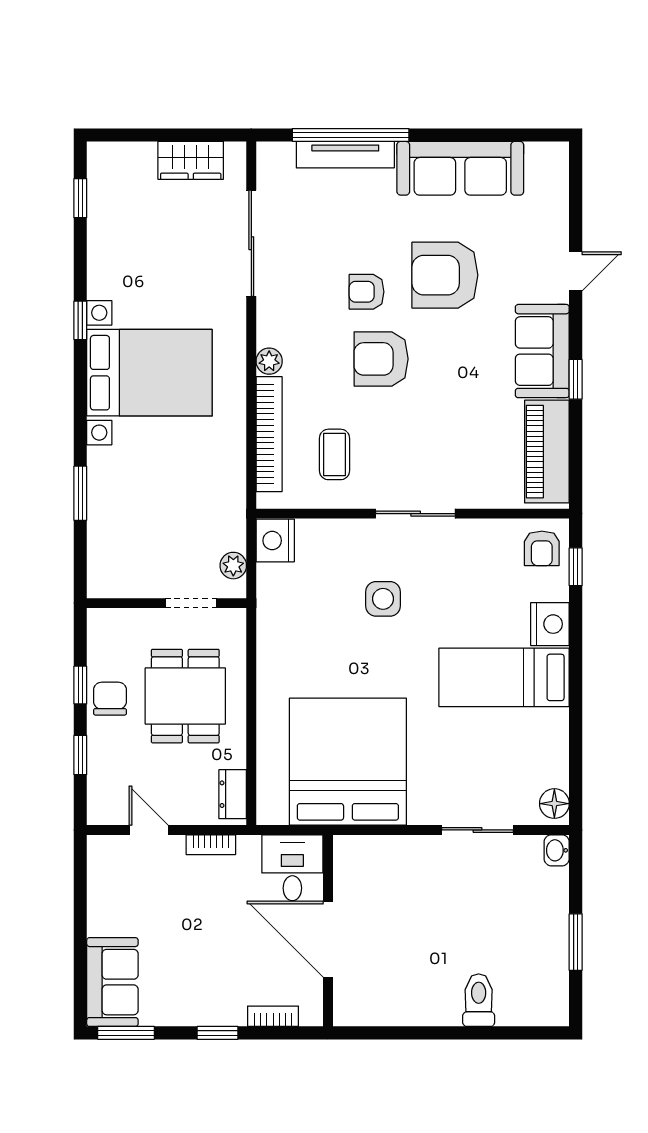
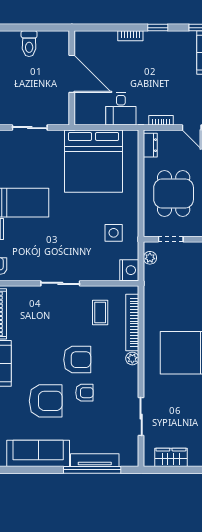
sliding door: (251, 243) -> (141, 417), width x0.73
side table: (383, 599) -> (114, 233), moved
wall: (328, 931) -> (72, 78), moved
door: (328, 939) -> (72, 74), moved

